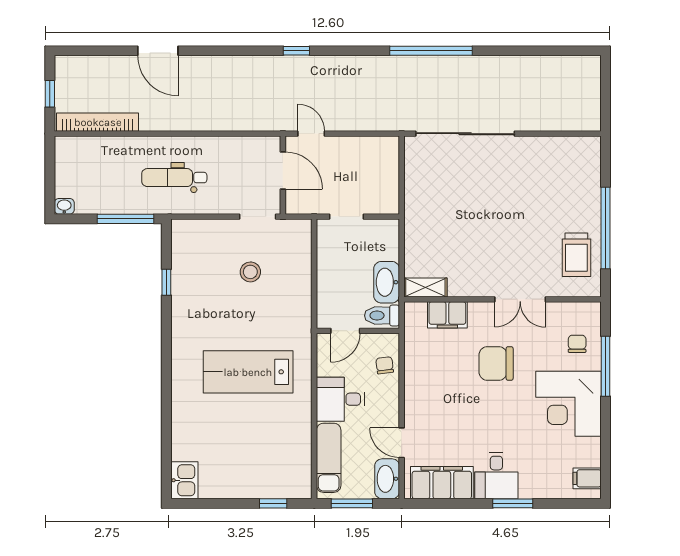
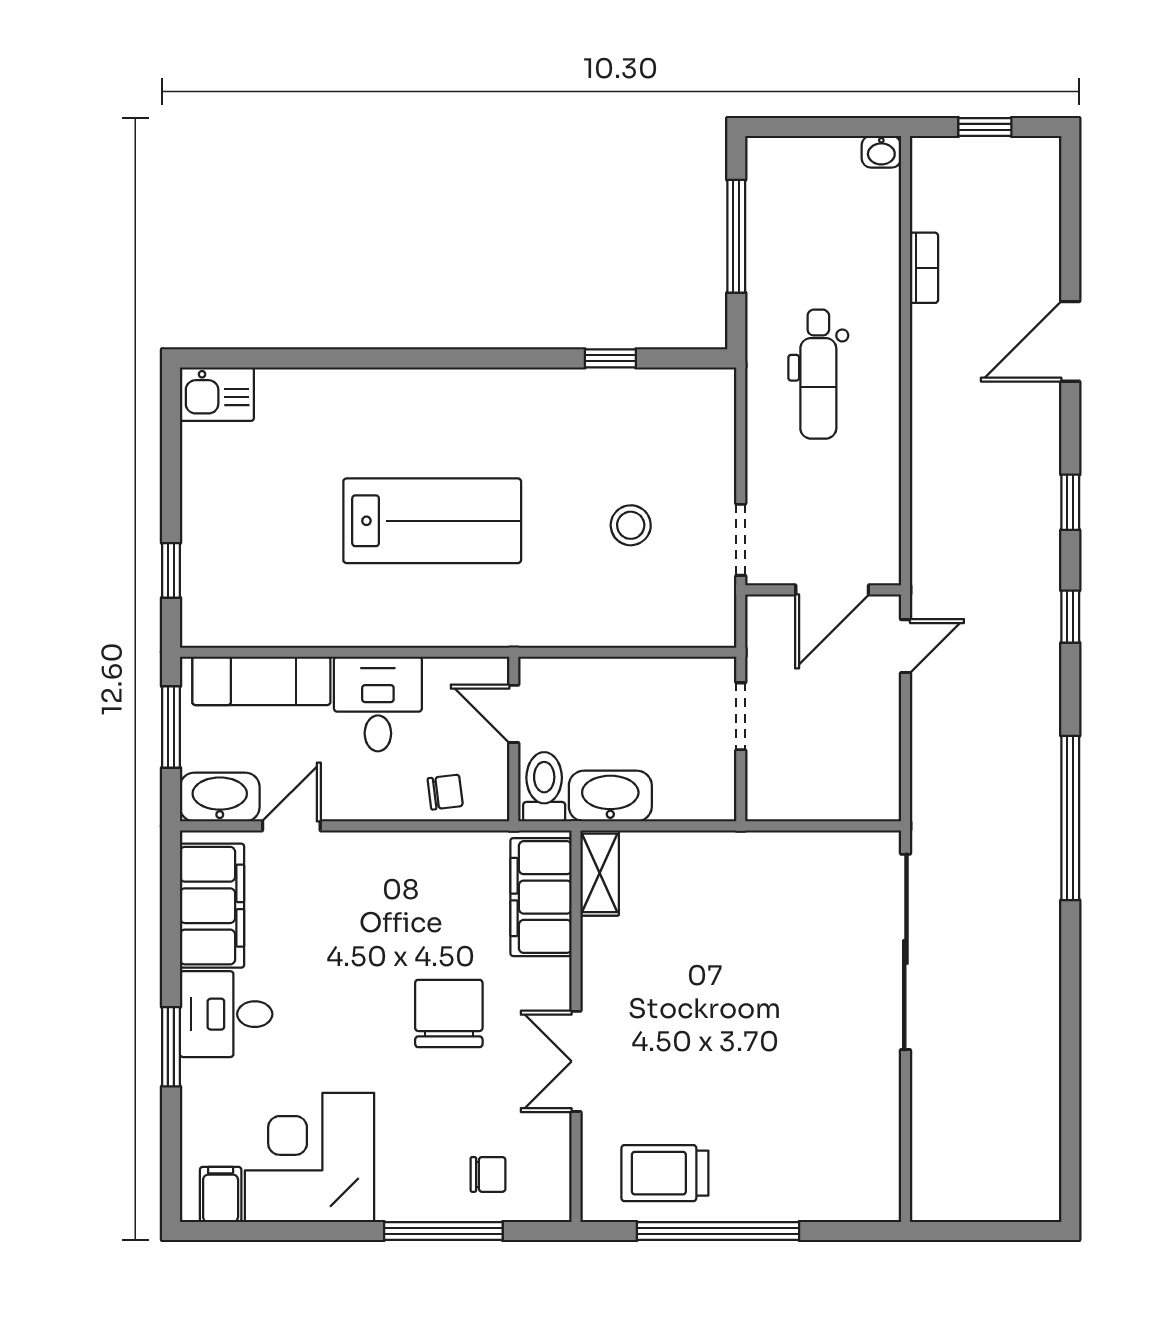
window: (239, 51) -> (1070, 502), added
window: (431, 51) -> (1070, 818), moved
bookcase: (98, 122) -> (924, 268), width x0.43, depth x0.76
dental chair: (174, 178) -> (818, 374), turned 180
washbasin: (64, 206) -> (881, 152), moved, turned 90
window: (126, 219) -> (736, 236), moved
filing cabinet: (447, 315) -> (541, 897), width x1.50, depth x1.17
lab bench: (248, 372) -> (432, 521), turned 90
corner desk: (568, 404) -> (310, 1157), moved

